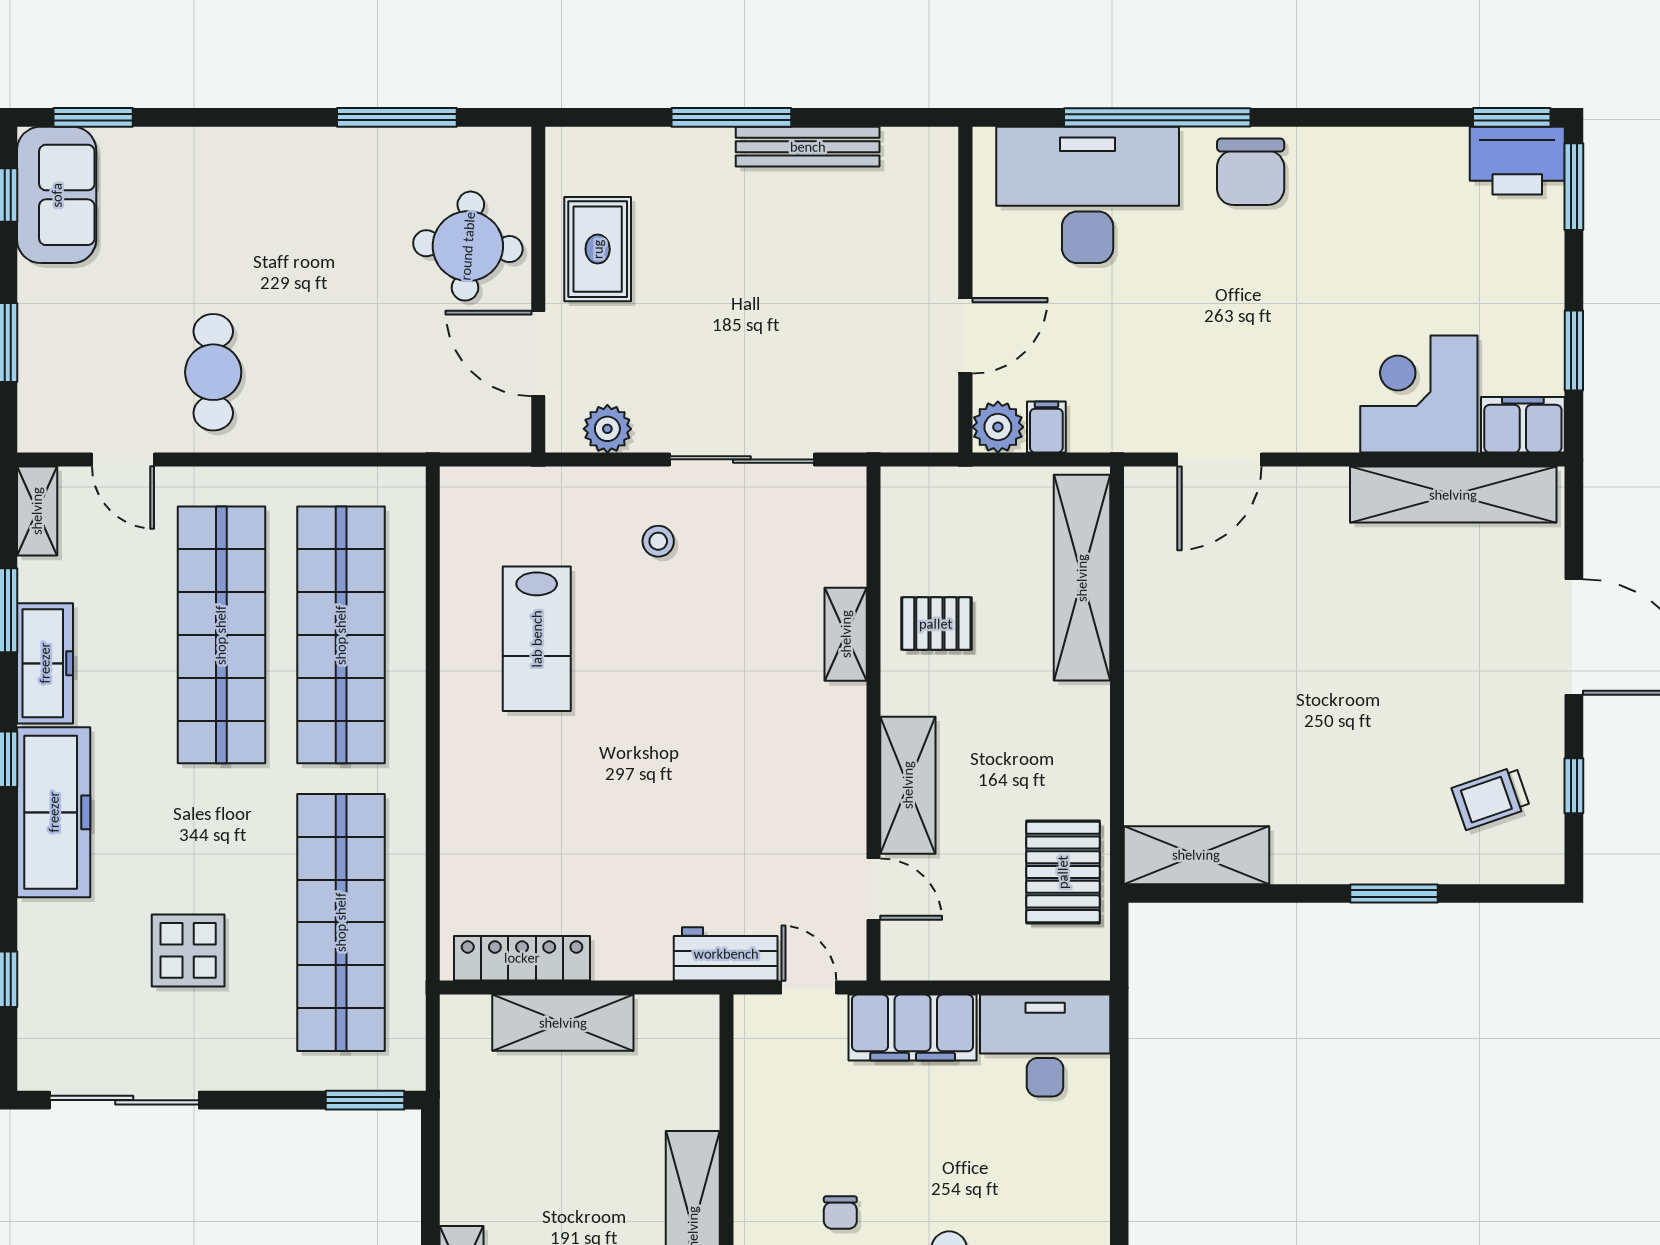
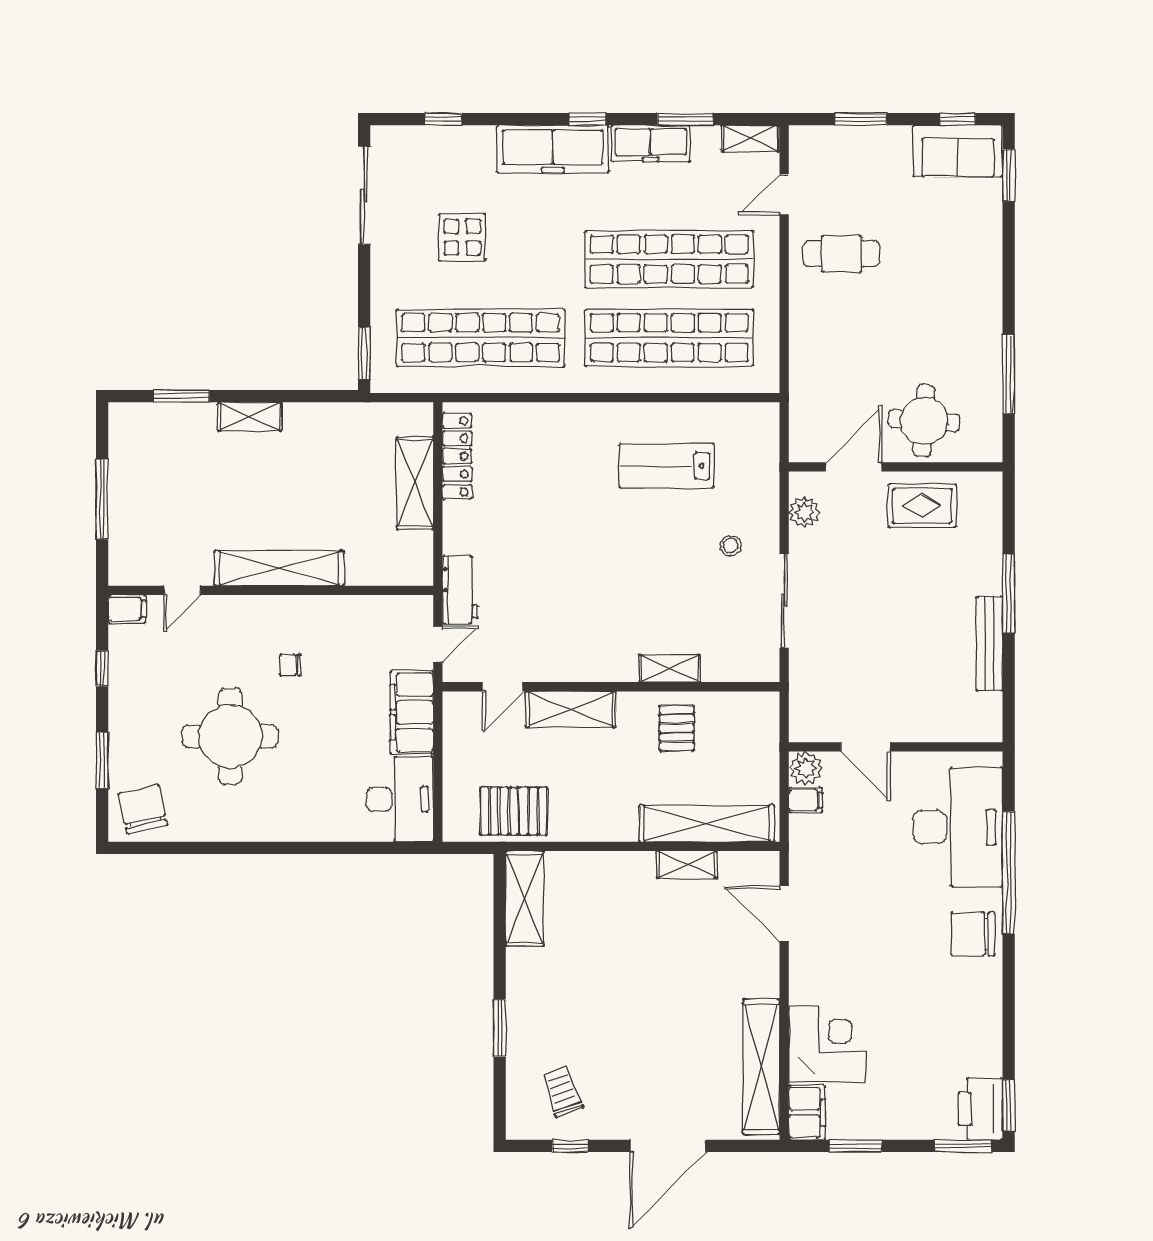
shelving: (1145, 608) -> (687, 864), added

